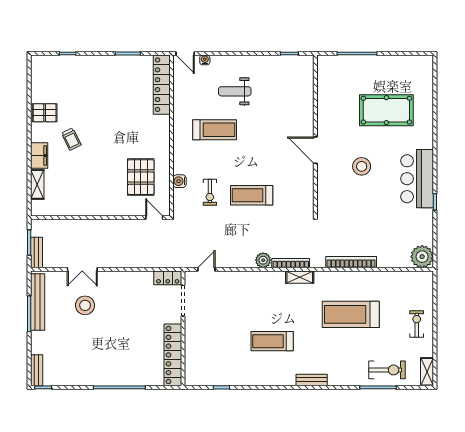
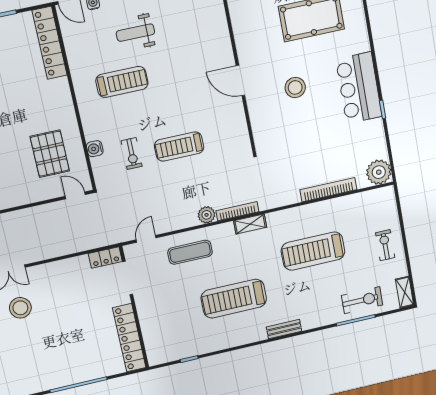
bookcase: (351, 262) -> (328, 190), moved
exercise mat: (242, 290) -> (190, 252), added
treadmill: (272, 341) -> (234, 299), width x1.37, depth x1.38

